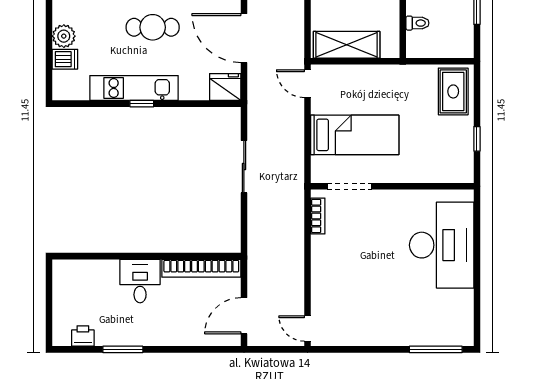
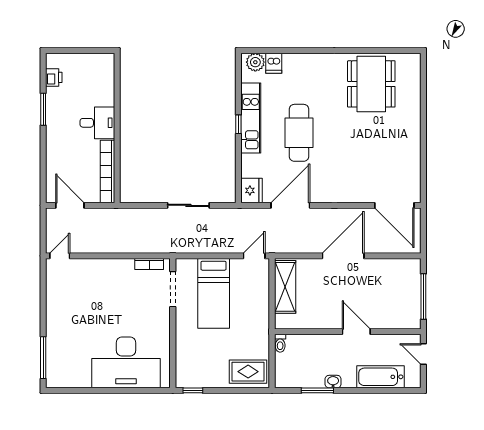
toilet: (417, 23) -> (280, 343), moved
cafe table: (153, 27) -> (299, 133), width x1.37, depth x1.35
plant: (64, 36) -> (255, 62), moved
window: (477, 139) -> (193, 390), moved

